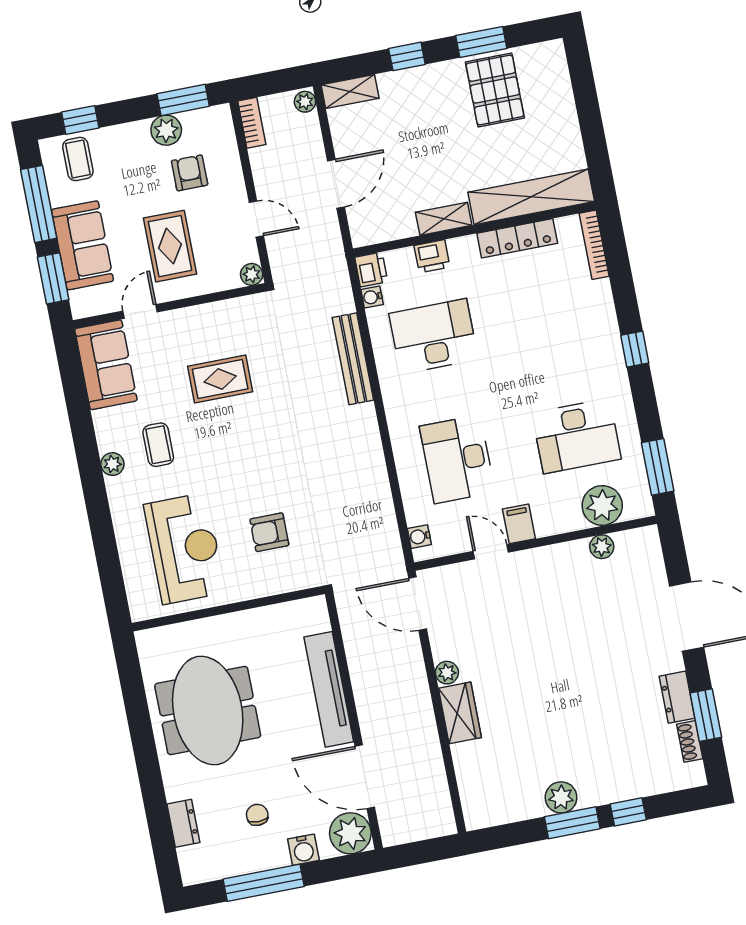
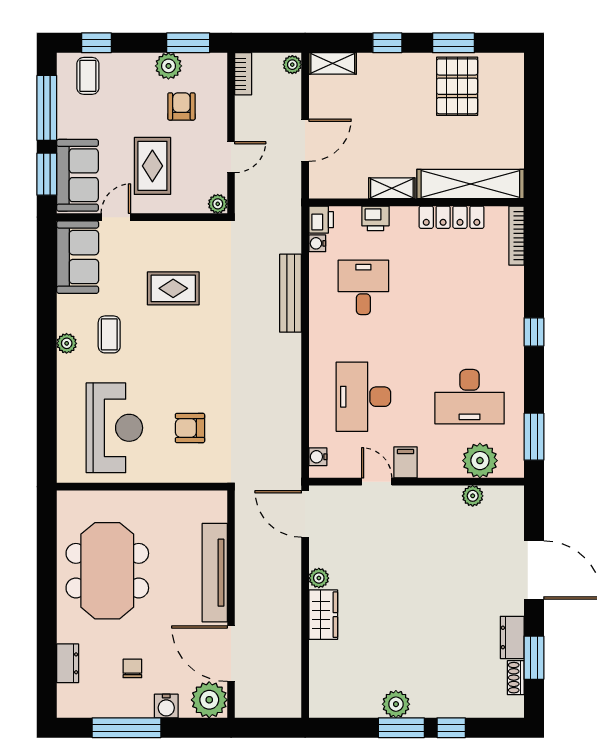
door: (256, 219) -> (231, 157), hinge flipped
sofa: (82, 245) -> (77, 175), moved
desk: (433, 336) -> (363, 287), width x0.73

